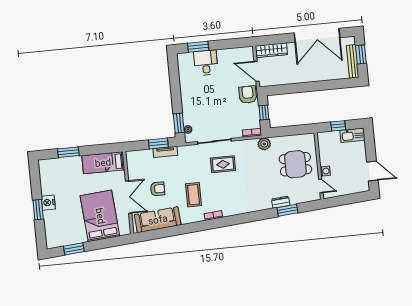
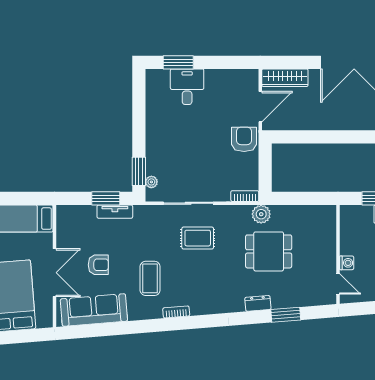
door: (257, 71) -> (260, 107), swing flipped
window: (264, 113) -> (265, 168), removed
dining table: (295, 164) -> (269, 251), moved
dresser: (281, 202) -> (258, 303), moved

